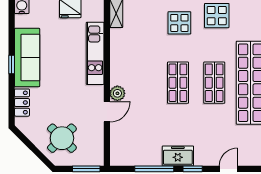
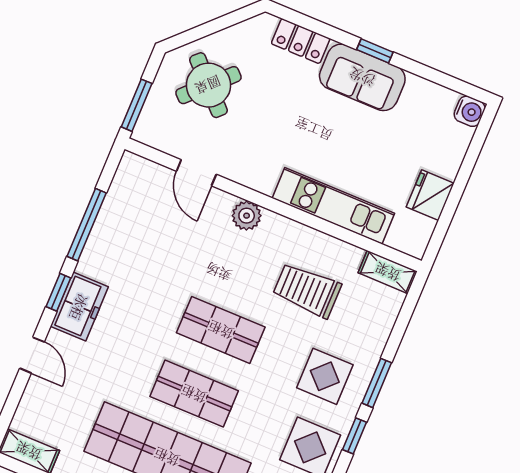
trolley: (141, 49) -> (307, 290), added
sofa: (27, 57) -> (362, 77), width x0.73
door: (107, 112) -> (196, 173), moved
freezer: (178, 156) -> (79, 307), moved

